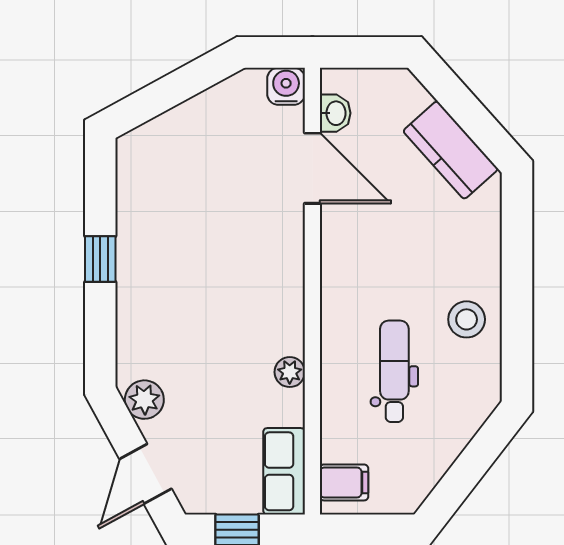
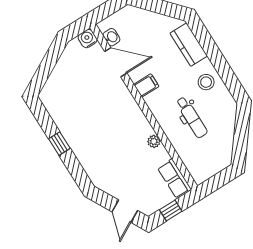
kitchen counter: (451, 150) -> (189, 45), moved, turned 42
dental chair: (394, 371) -> (192, 117), turned 180
plant: (144, 400) -> (107, 184), removed
filing cabinet: (344, 482) -> (146, 85), moved

